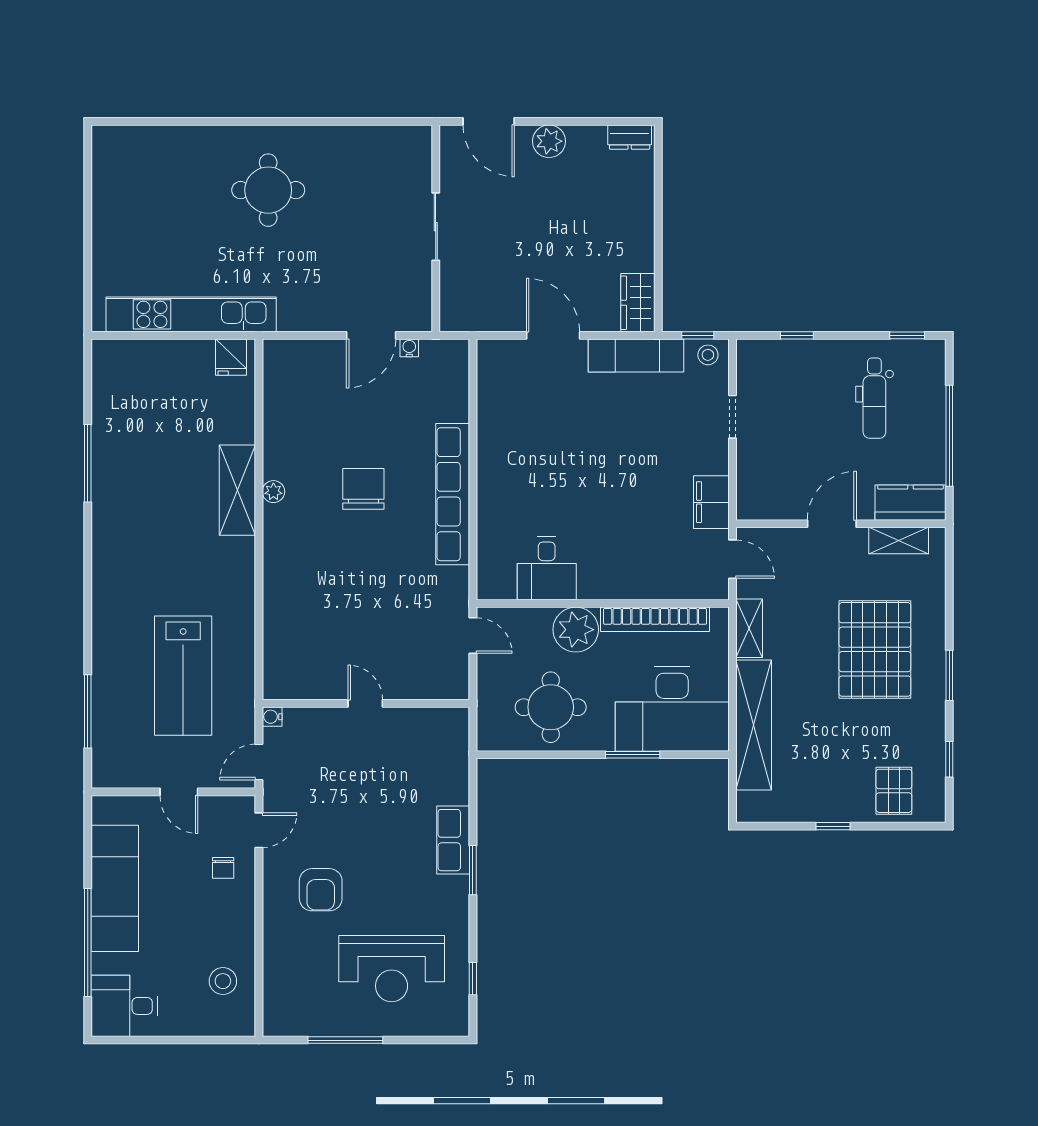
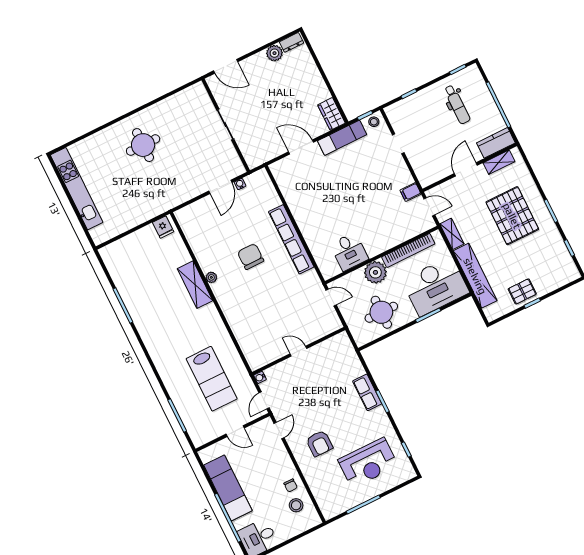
plant: (549, 141) -> (274, 53), moved
kitchen unit: (191, 314) -> (77, 189), moved, turned 90
filing cabinet: (711, 502) -> (410, 192), width x0.50
pallet: (894, 791) -> (522, 291), moved, turned 90
chair: (223, 868) -> (291, 485), moved

